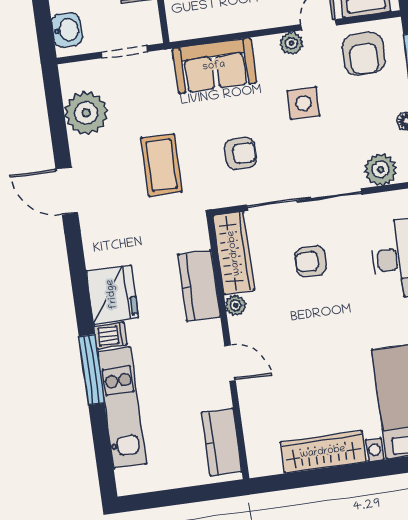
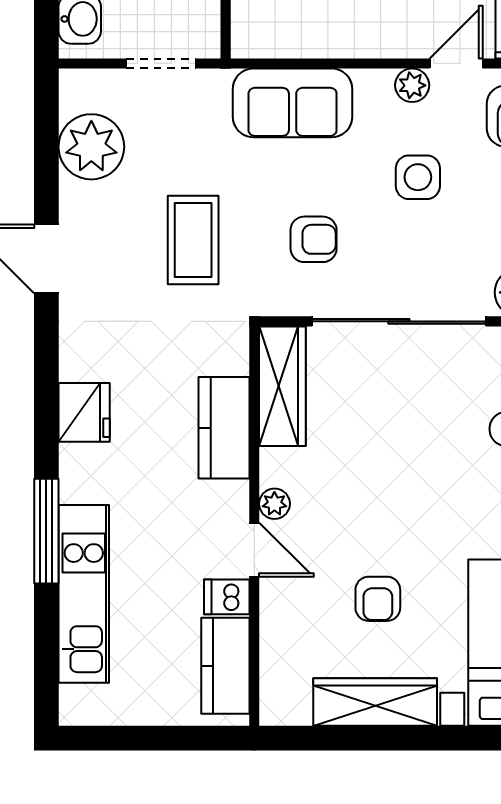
armchair: (311, 261) -> (378, 599), moved, turned -90
fridge: (112, 294) -> (84, 412), width x0.73, depth x0.75
plant: (236, 305) -> (274, 504), moved
dishwasher: (110, 336) -> (227, 597), moved, turned 180

